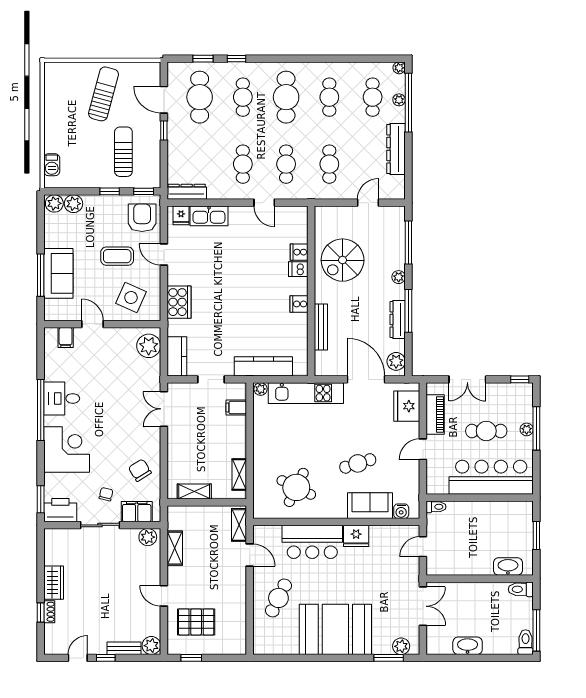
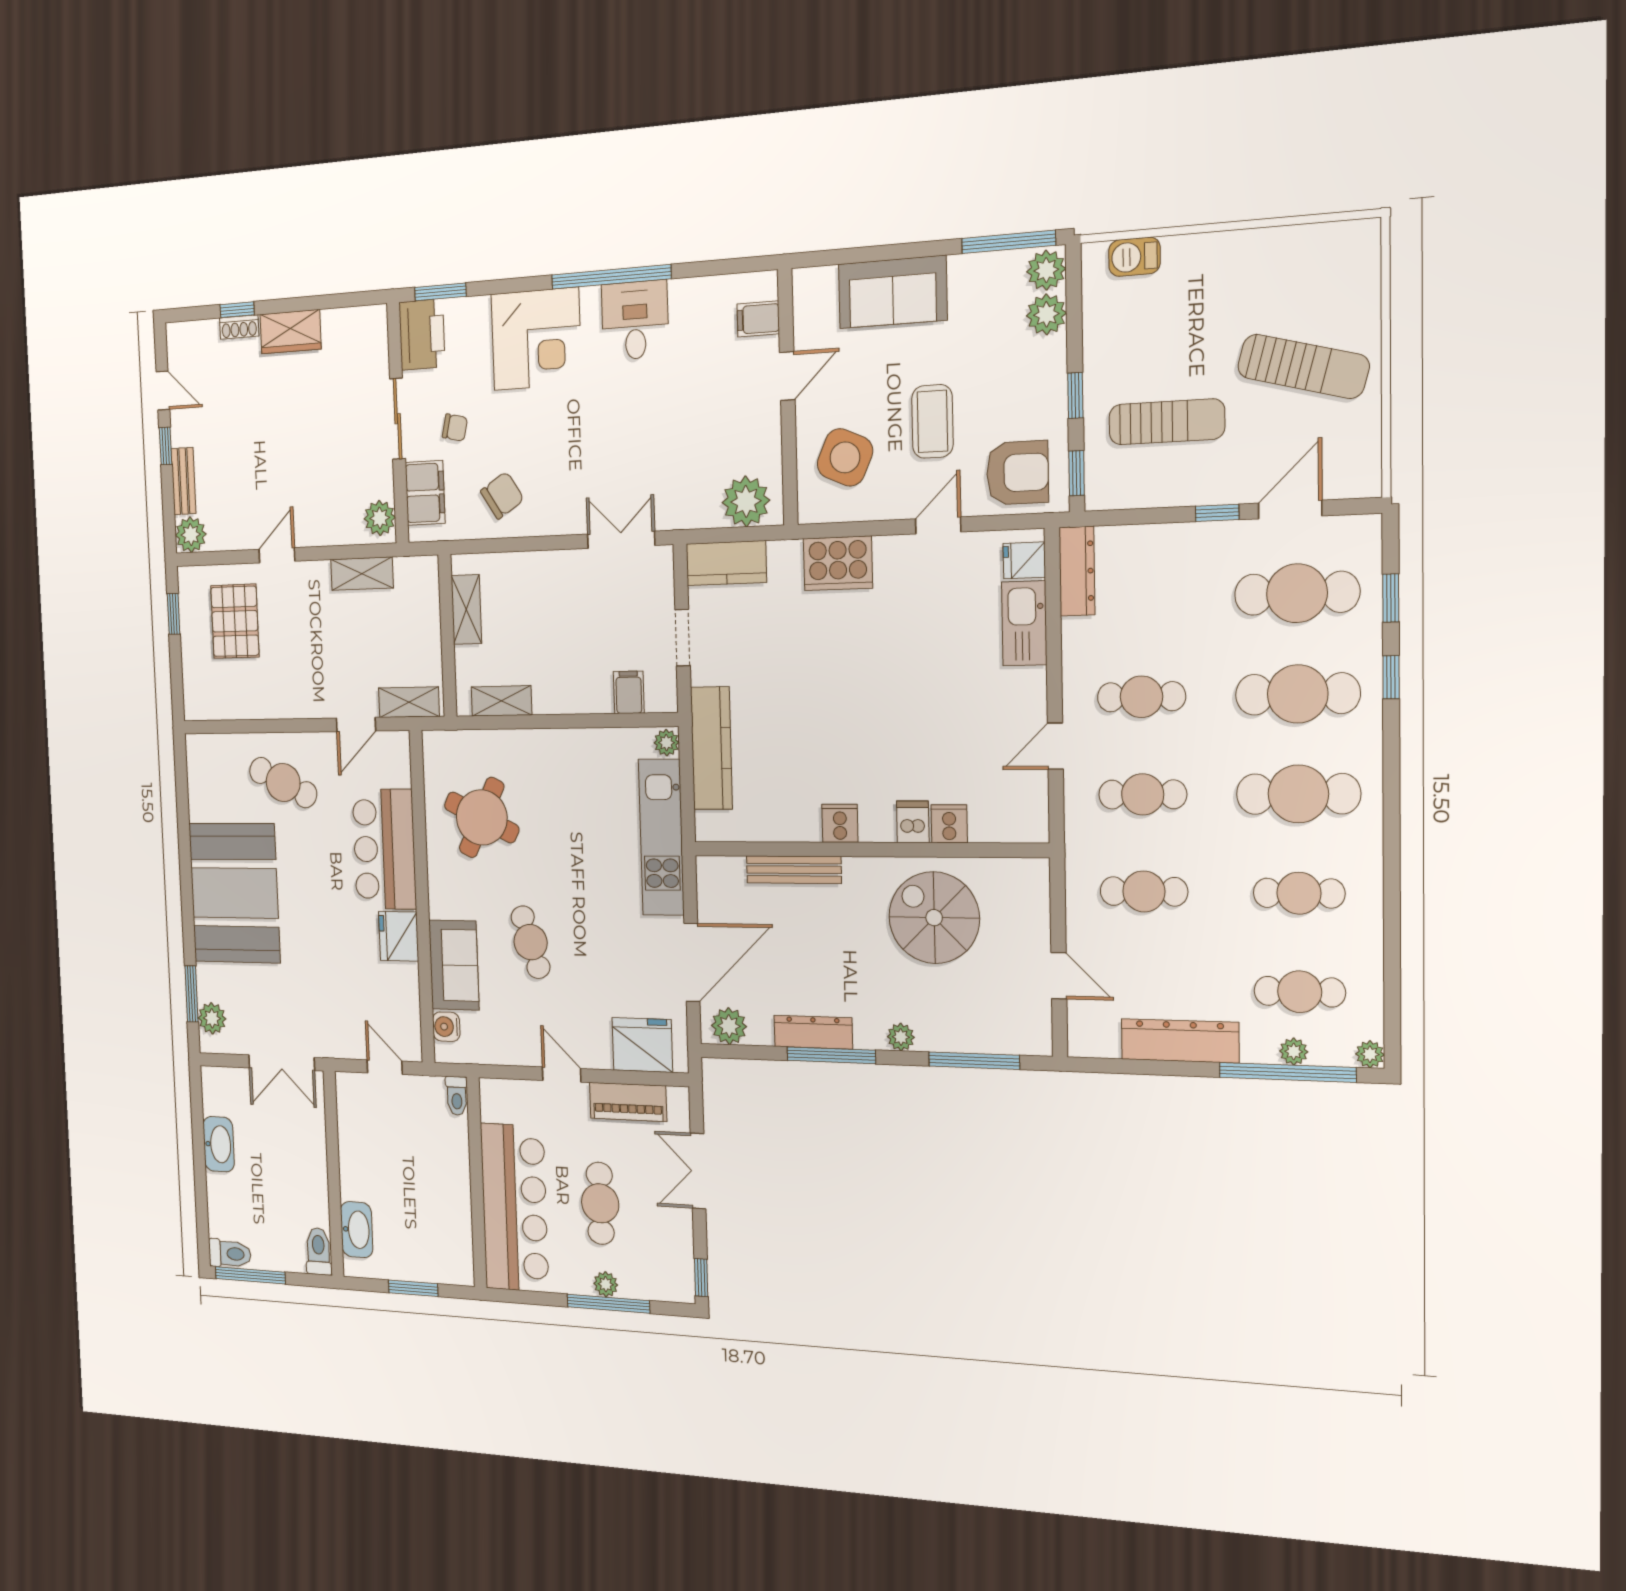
cafe table: (243, 97) -> (1298, 694), width x1.37, depth x1.35
window: (41, 275) -> (1009, 242), moved

